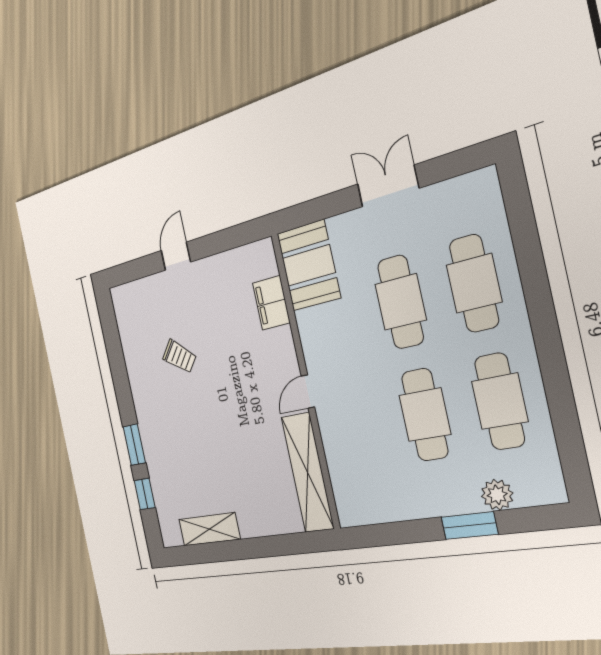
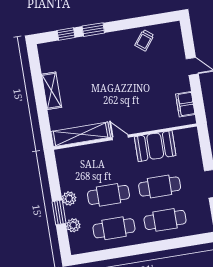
booth: (309, 265) -> (155, 146), moved
filing cabinet: (271, 303) -> (185, 104), moved, turned -90
trolley: (180, 356) -> (144, 40), moved
plant: (437, 502) -> (69, 198), added
shelving: (209, 529) -> (52, 91), moved

